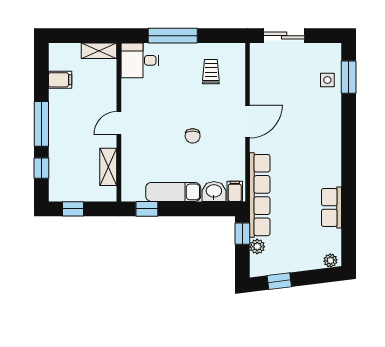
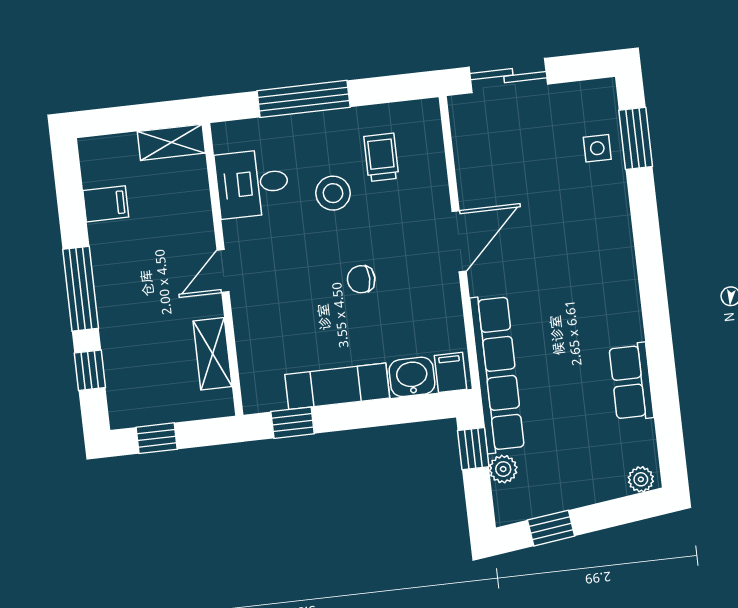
desk: (140, 60) -> (252, 183), moved
stool: (183, 88) -> (333, 193), added
chair: (193, 136) -> (361, 279), turned 90

